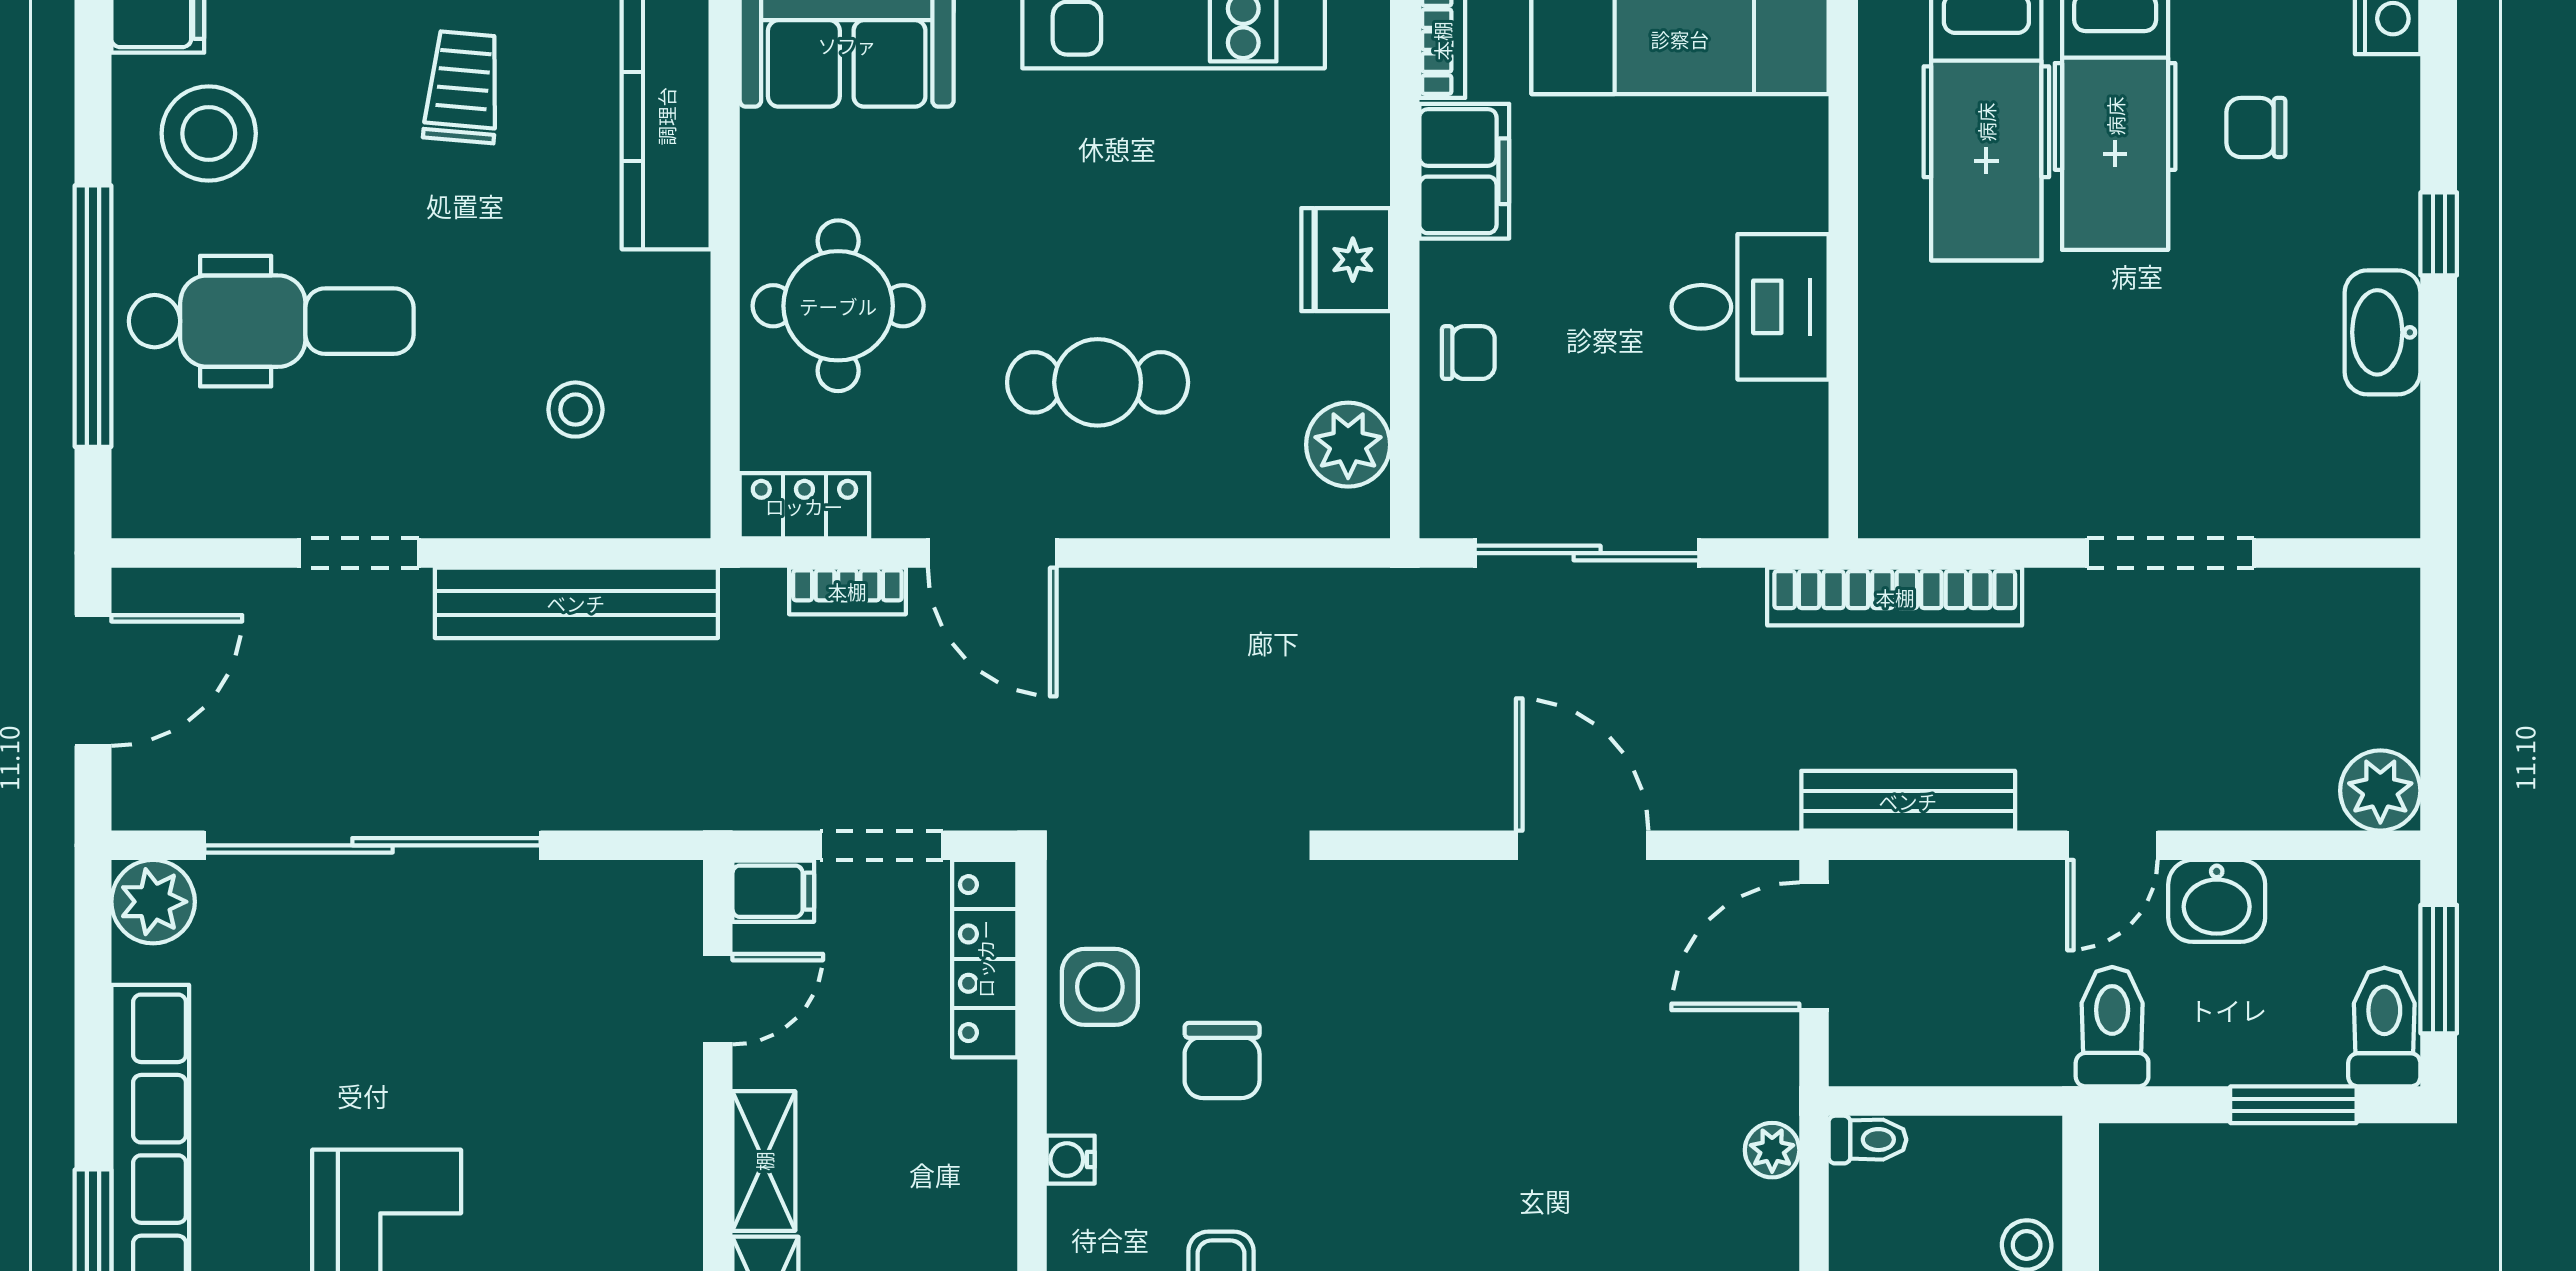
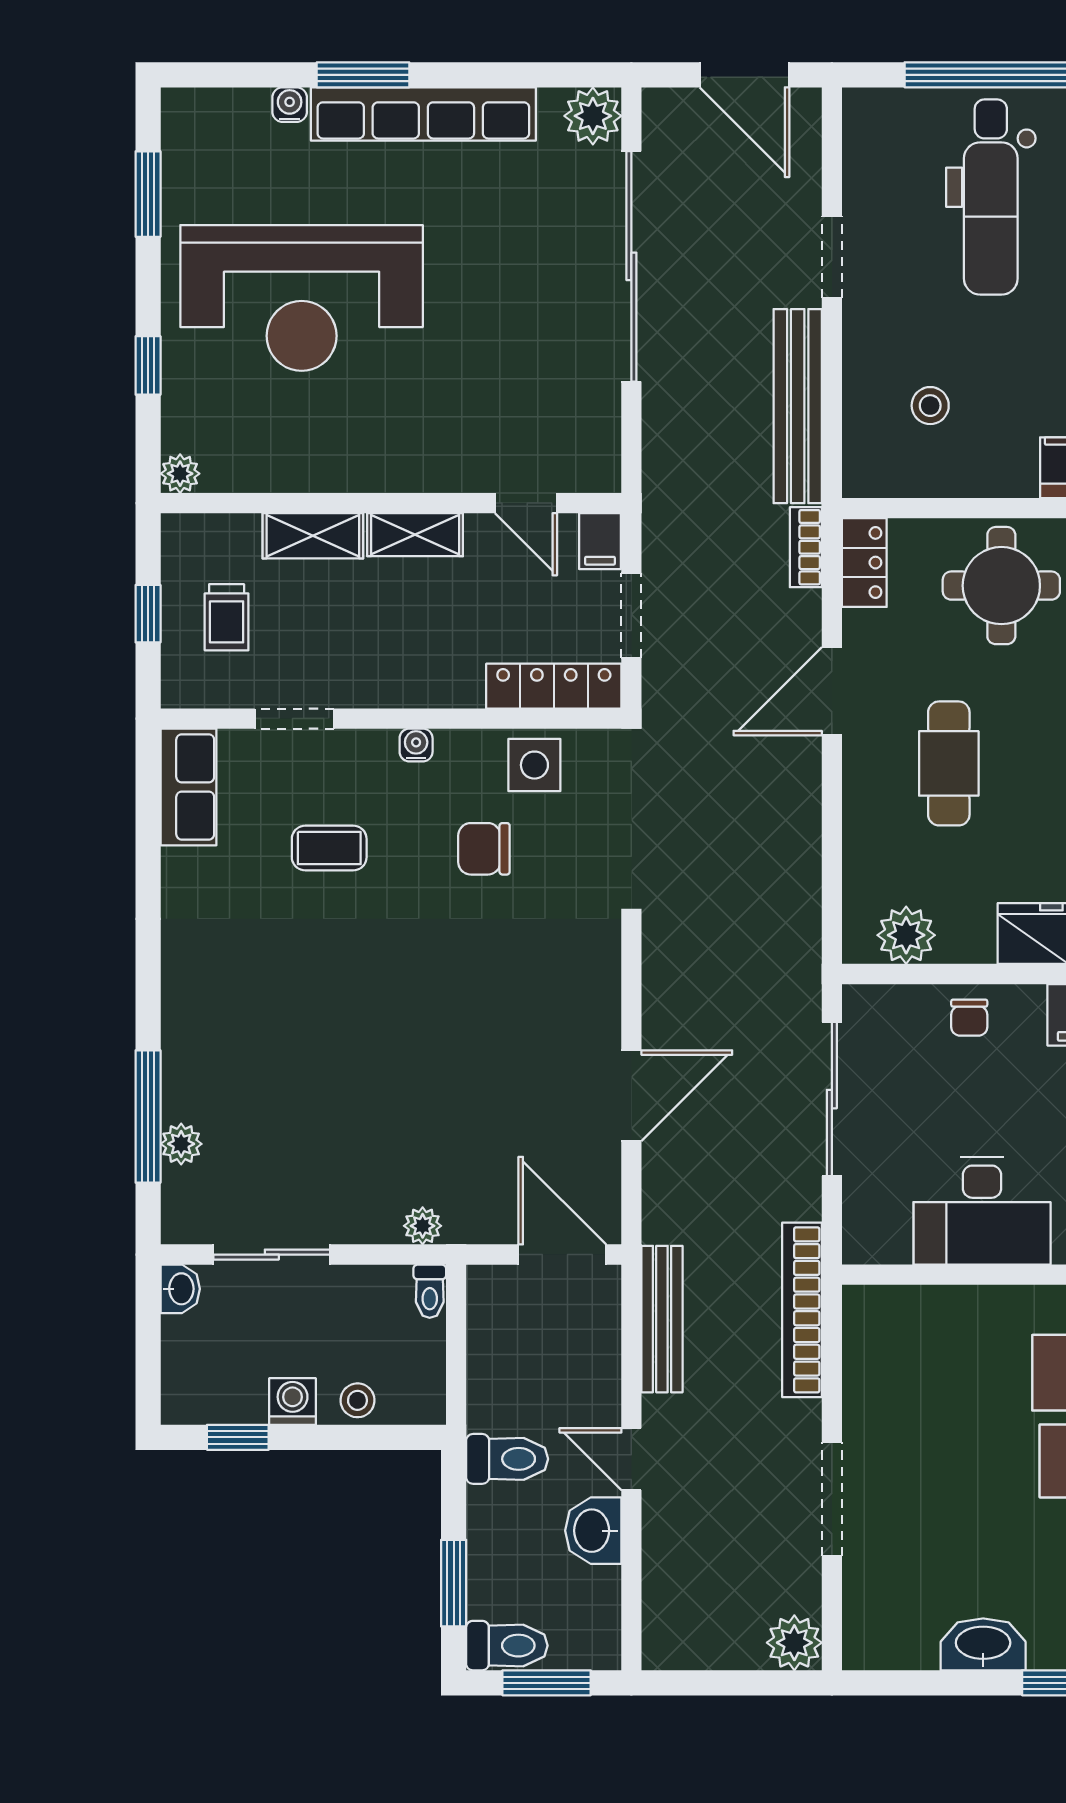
desk: (1750, 307) -> (982, 1211), width x1.37
bookcase: (847, 591) -> (806, 547), moved
plant: (2380, 791) -> (794, 1643), moved

